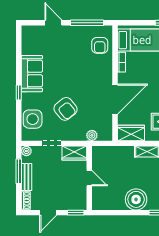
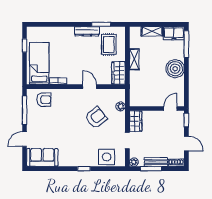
sofa: (32, 74) -> (42, 157), moved
door: (115, 99) -> (90, 87), width x0.53
armchair: (66, 109) -> (96, 118), moved
door: (89, 178) -> (170, 109), moved

